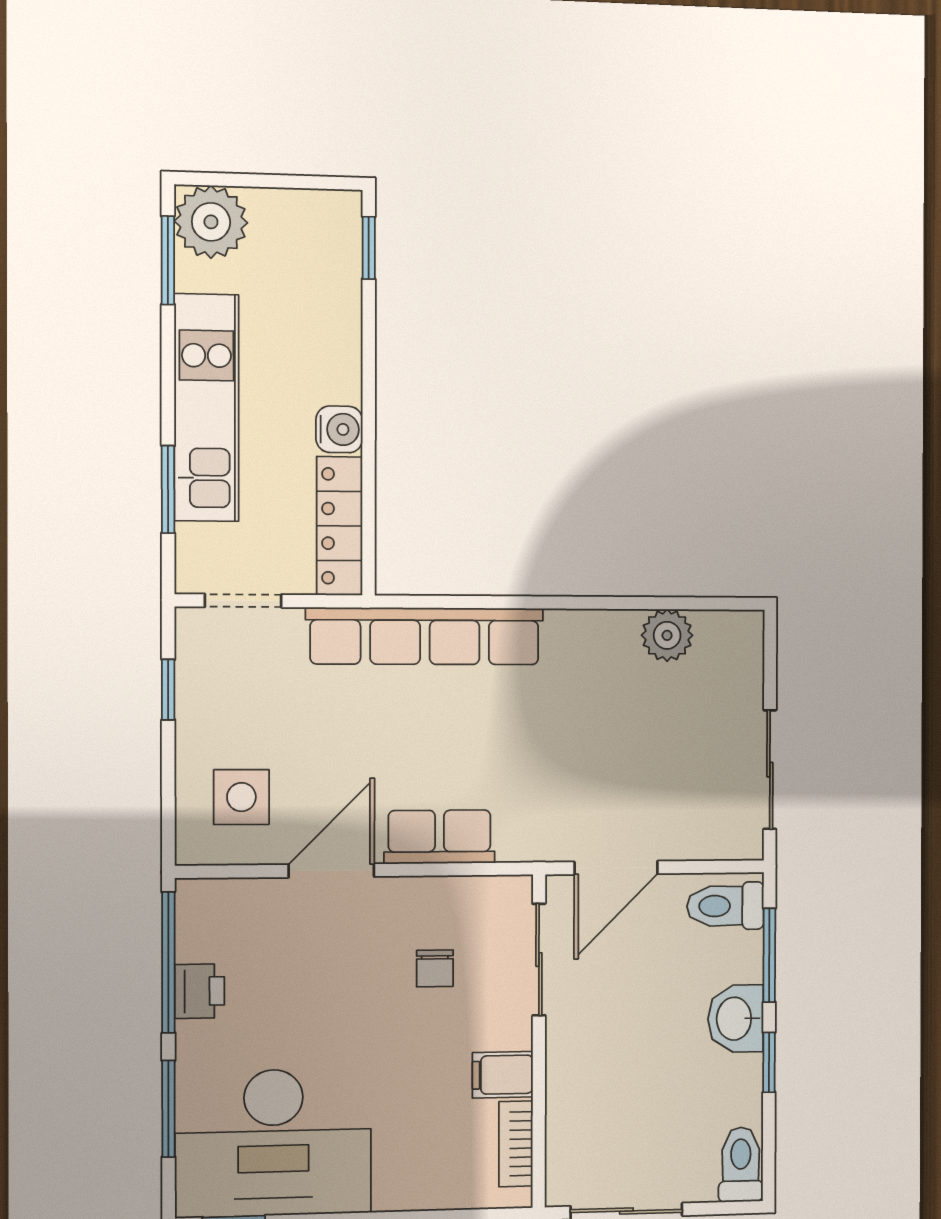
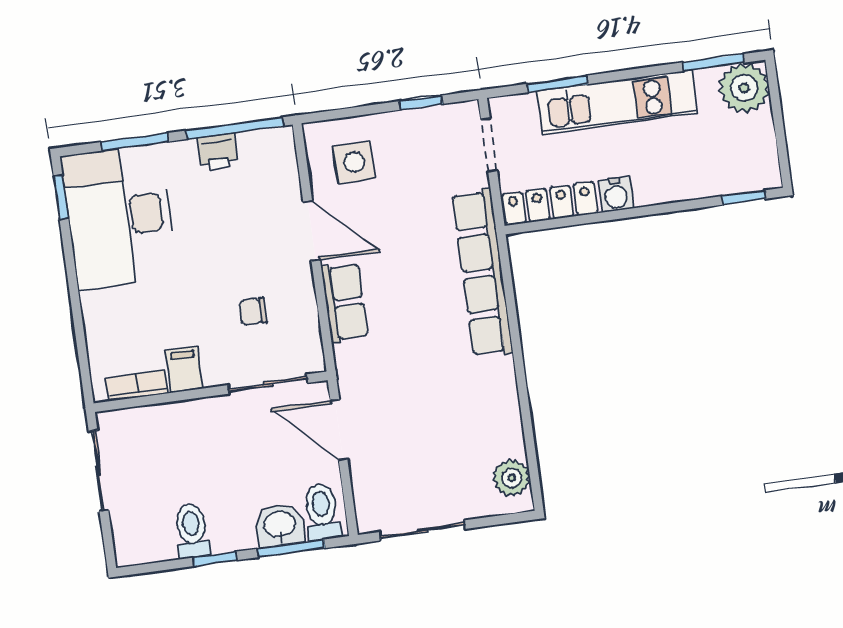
plant: (667, 635) -> (512, 478), moved
washbasin: (736, 1019) -> (280, 525), moved
toilet: (741, 1164) -> (192, 531), moved, turned -90

